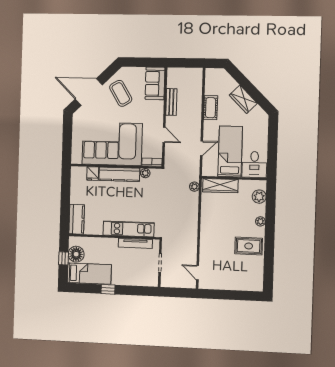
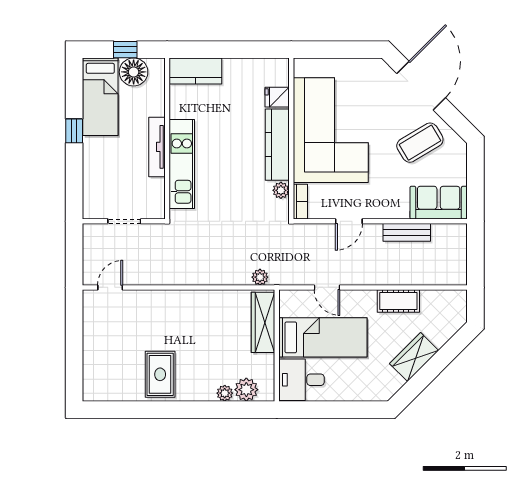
plant: (260, 221) -> (225, 393), moved
tv unit: (135, 243) -> (157, 147), moved

